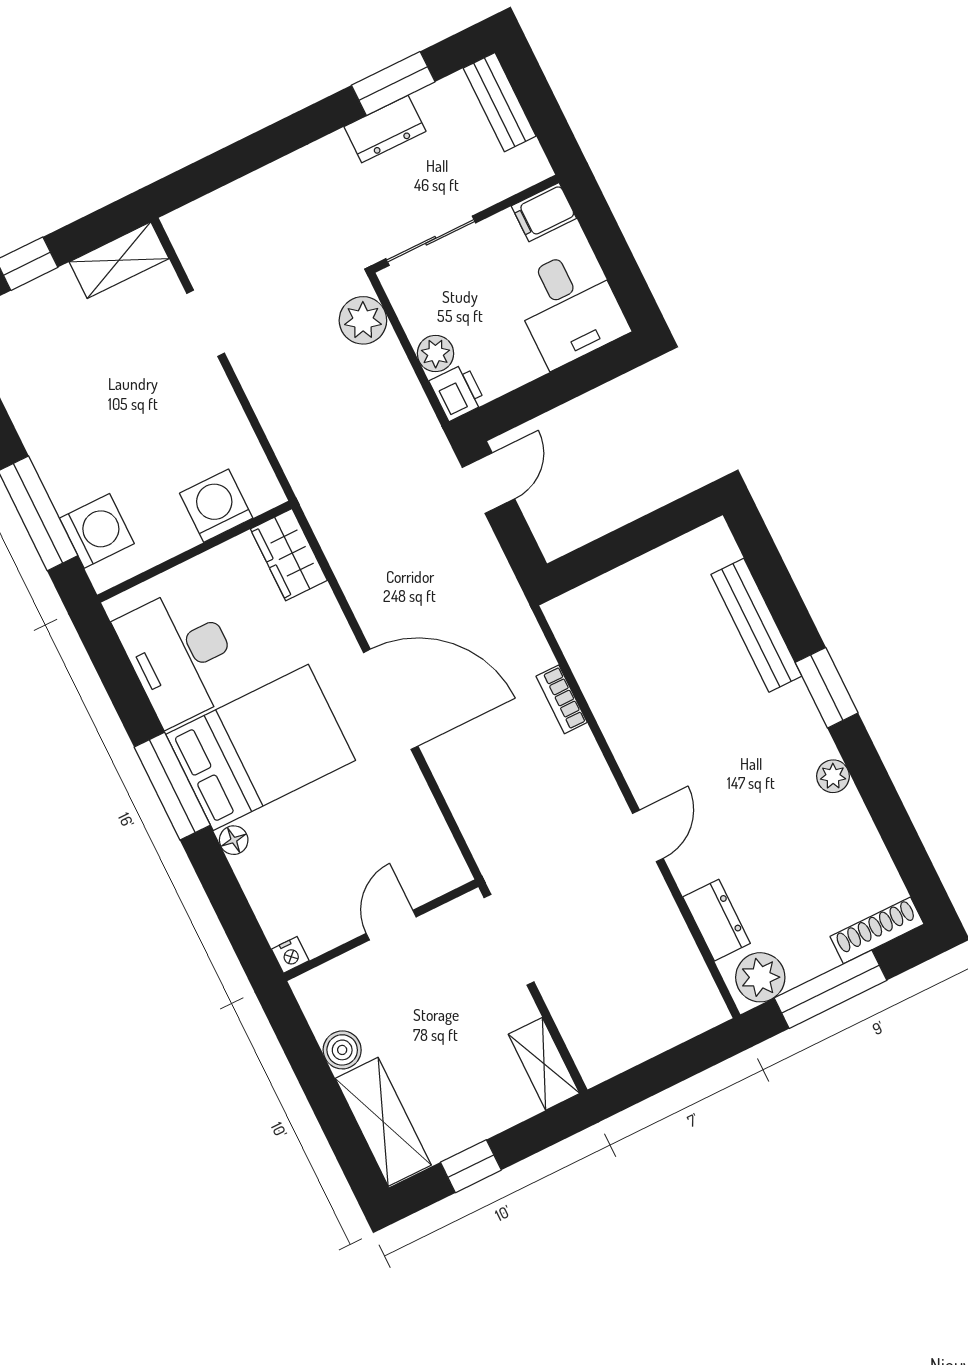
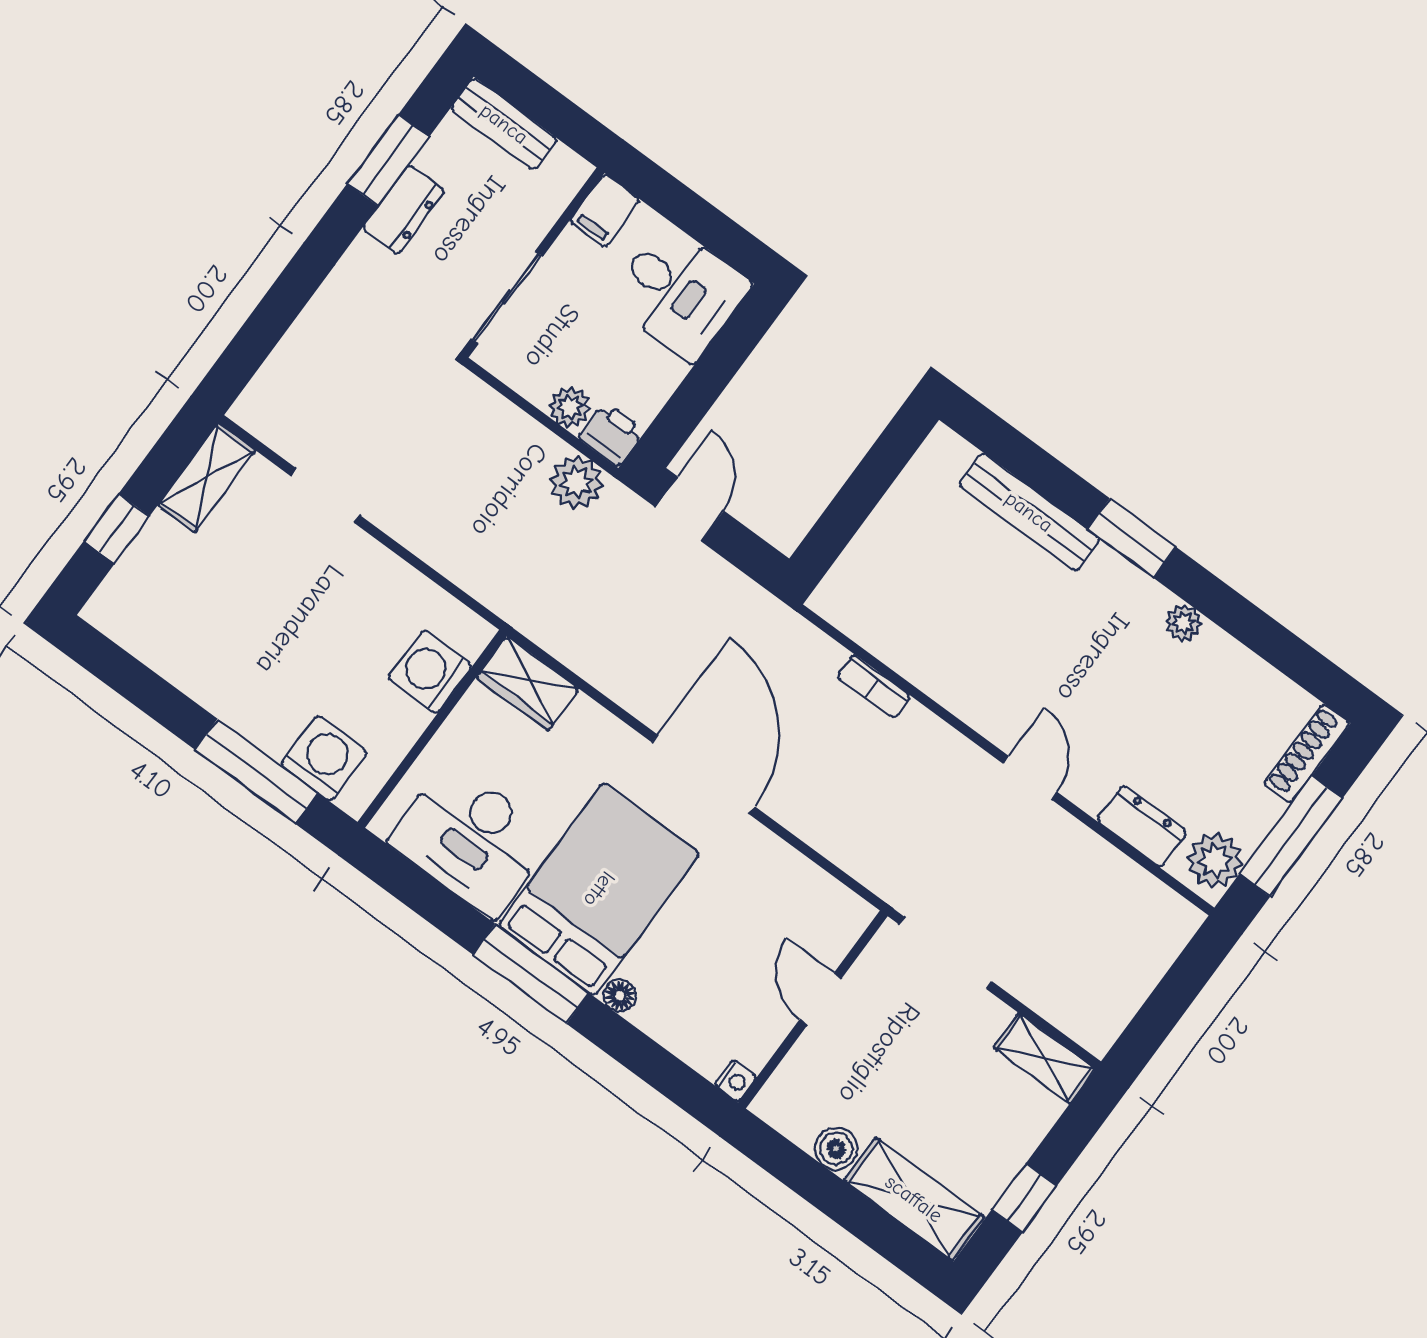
plant: (363, 320) -> (576, 482), moved
door: (391, 699) -> (704, 775), hinge flipped

